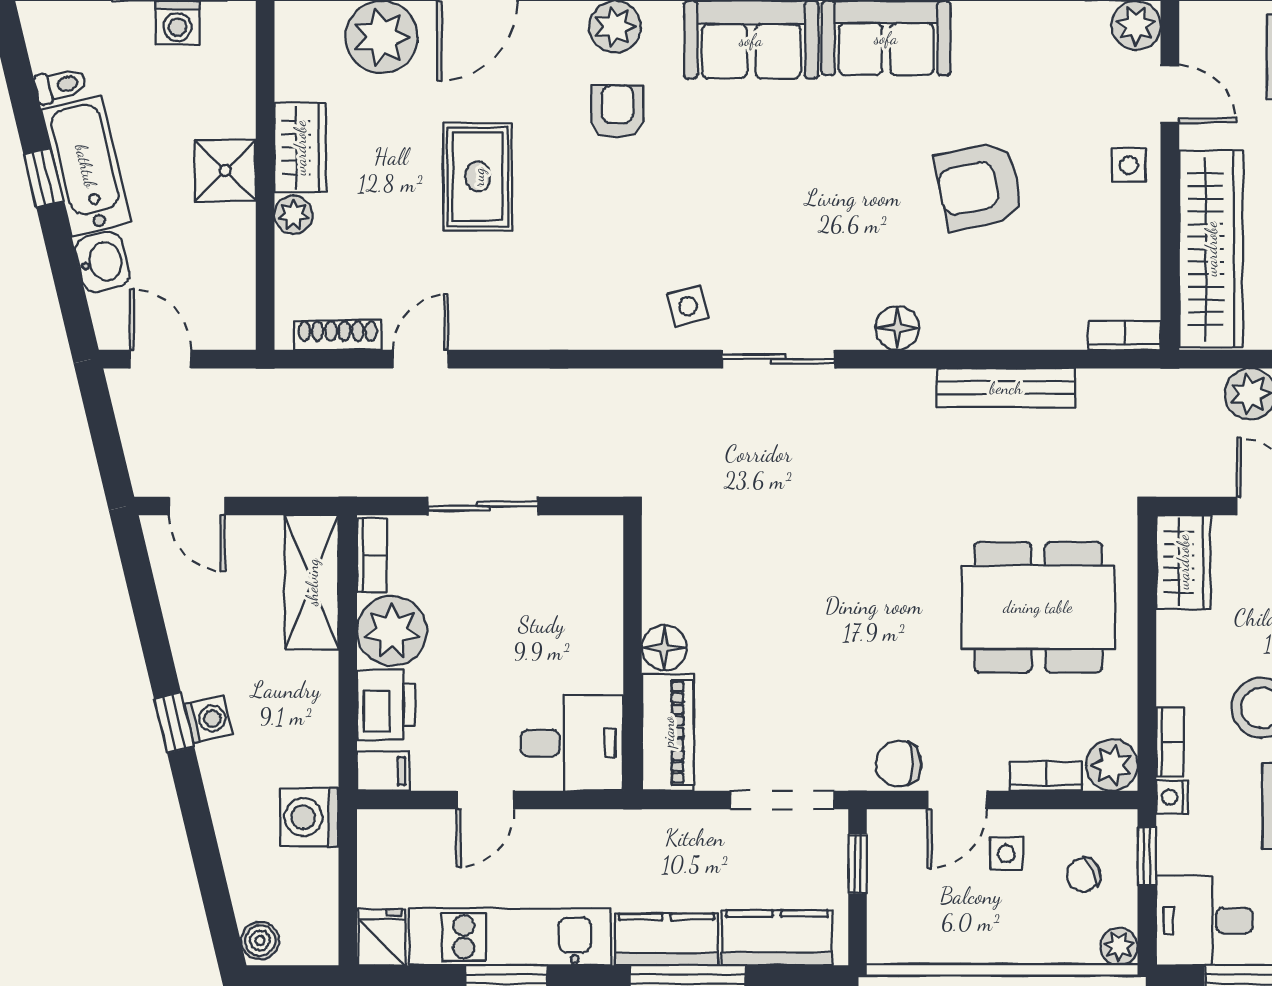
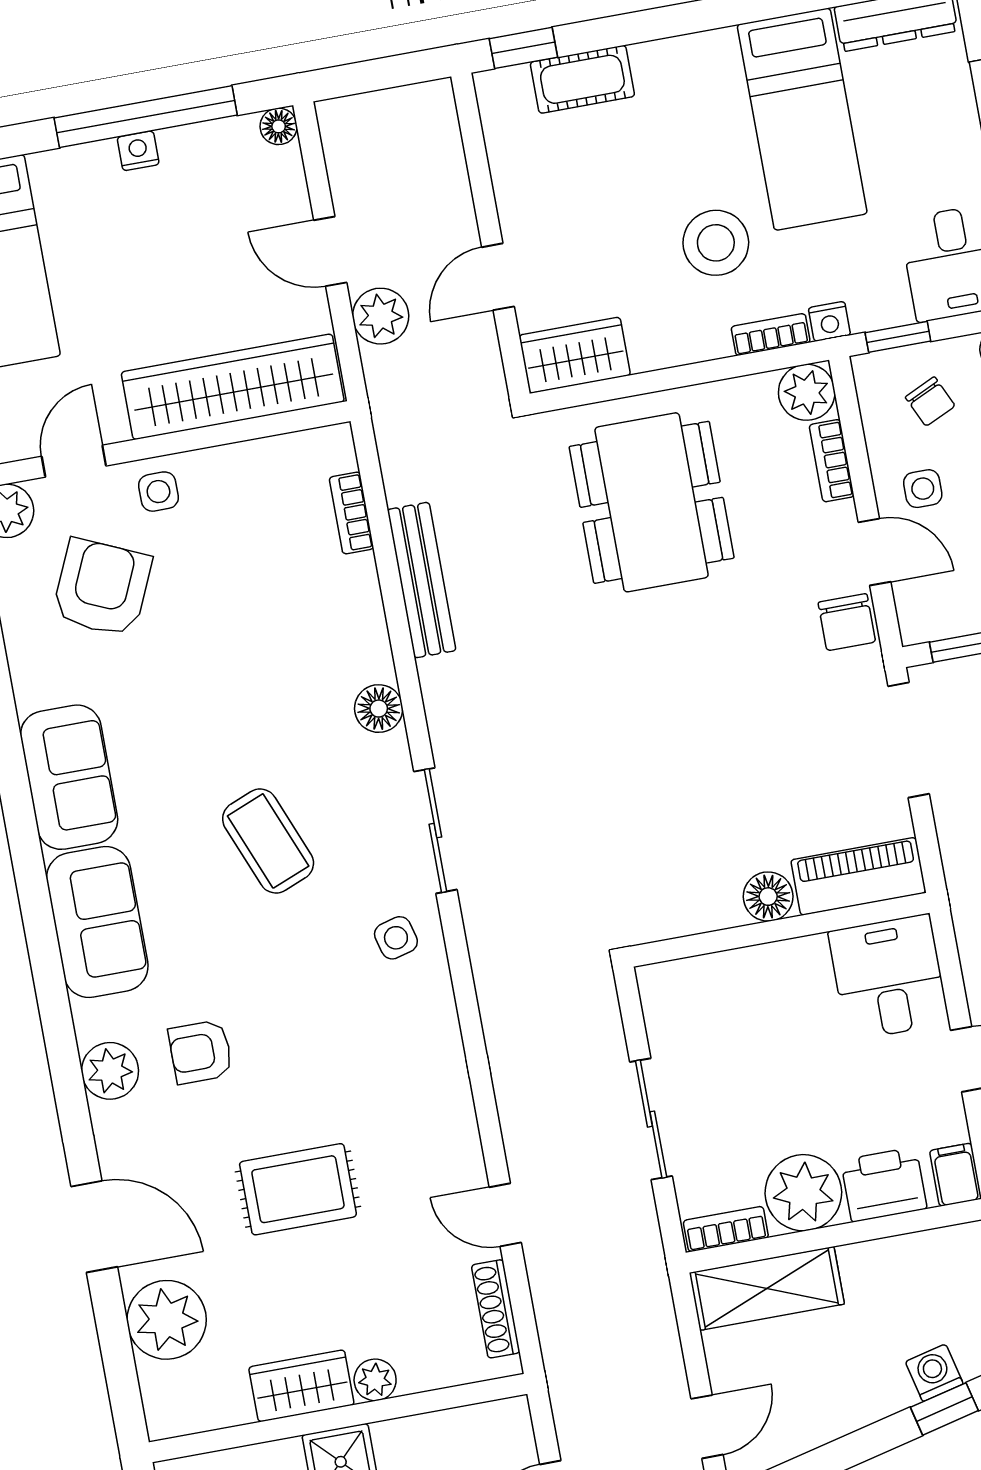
armchair: (979, 186) -> (102, 588), moved, turned -144
coffee table: (796, 207) -> (268, 841), added
bookcase: (1125, 335) -> (351, 513), moved

